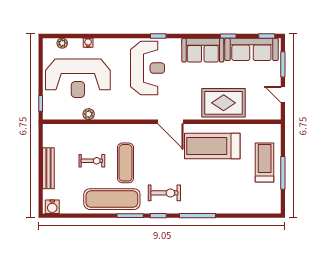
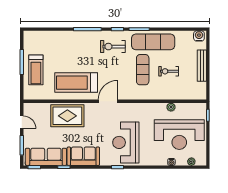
reception desk: (78, 78) -> (179, 135), turned 180
door: (171, 122) -> (108, 101), hinge flipped
treadmill: (212, 146) -> (76, 83), turned 180

